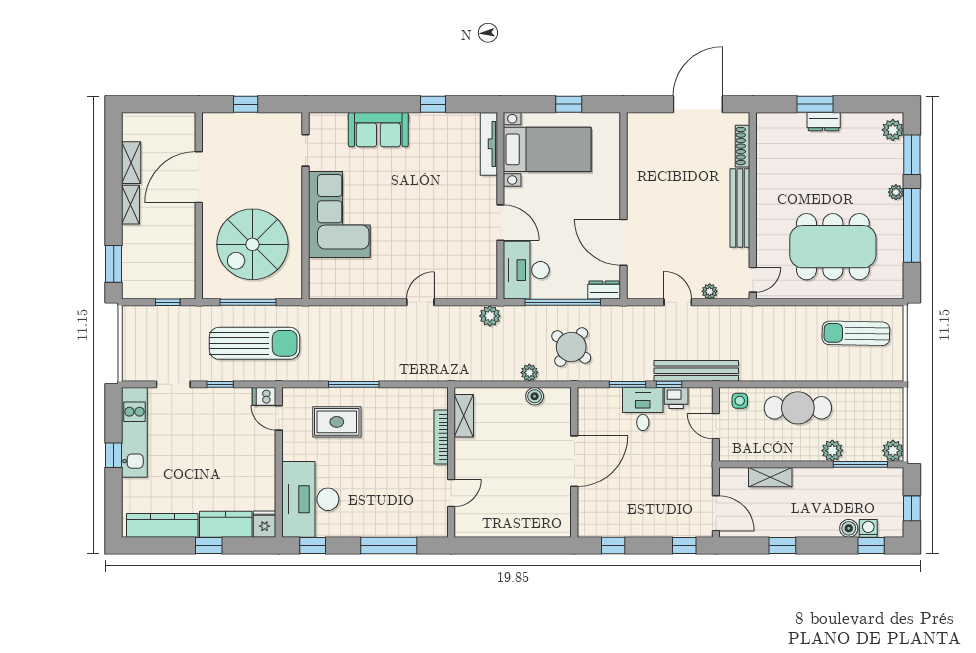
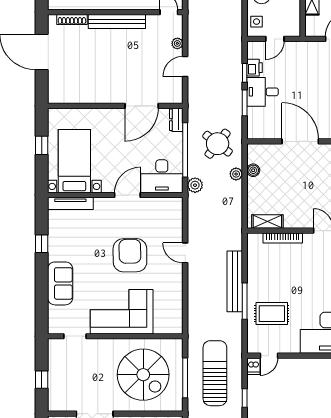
armchair: (417, 226) -> (130, 255), added
plant: (490, 316) -> (195, 185), moved
bench: (696, 371) -> (235, 281), moved
rug: (337, 422) -> (272, 314), turned 90

